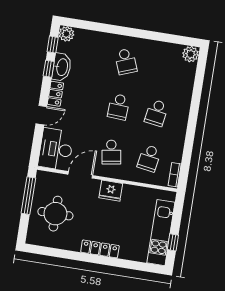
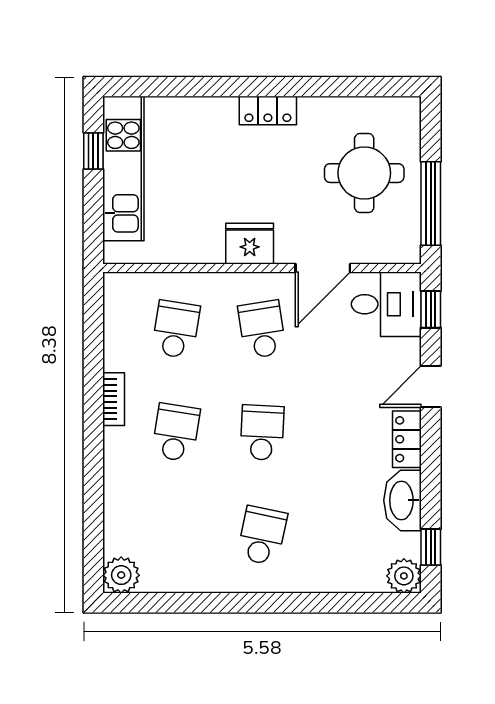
school desk: (126, 62) -> (262, 536), turned 33
window: (49, 69) -> (431, 309), moved
desk: (56, 149) -> (386, 304), width x0.73
bookcase: (175, 175) -> (114, 399), moved
locker: (100, 249) -> (268, 111), width x0.66

